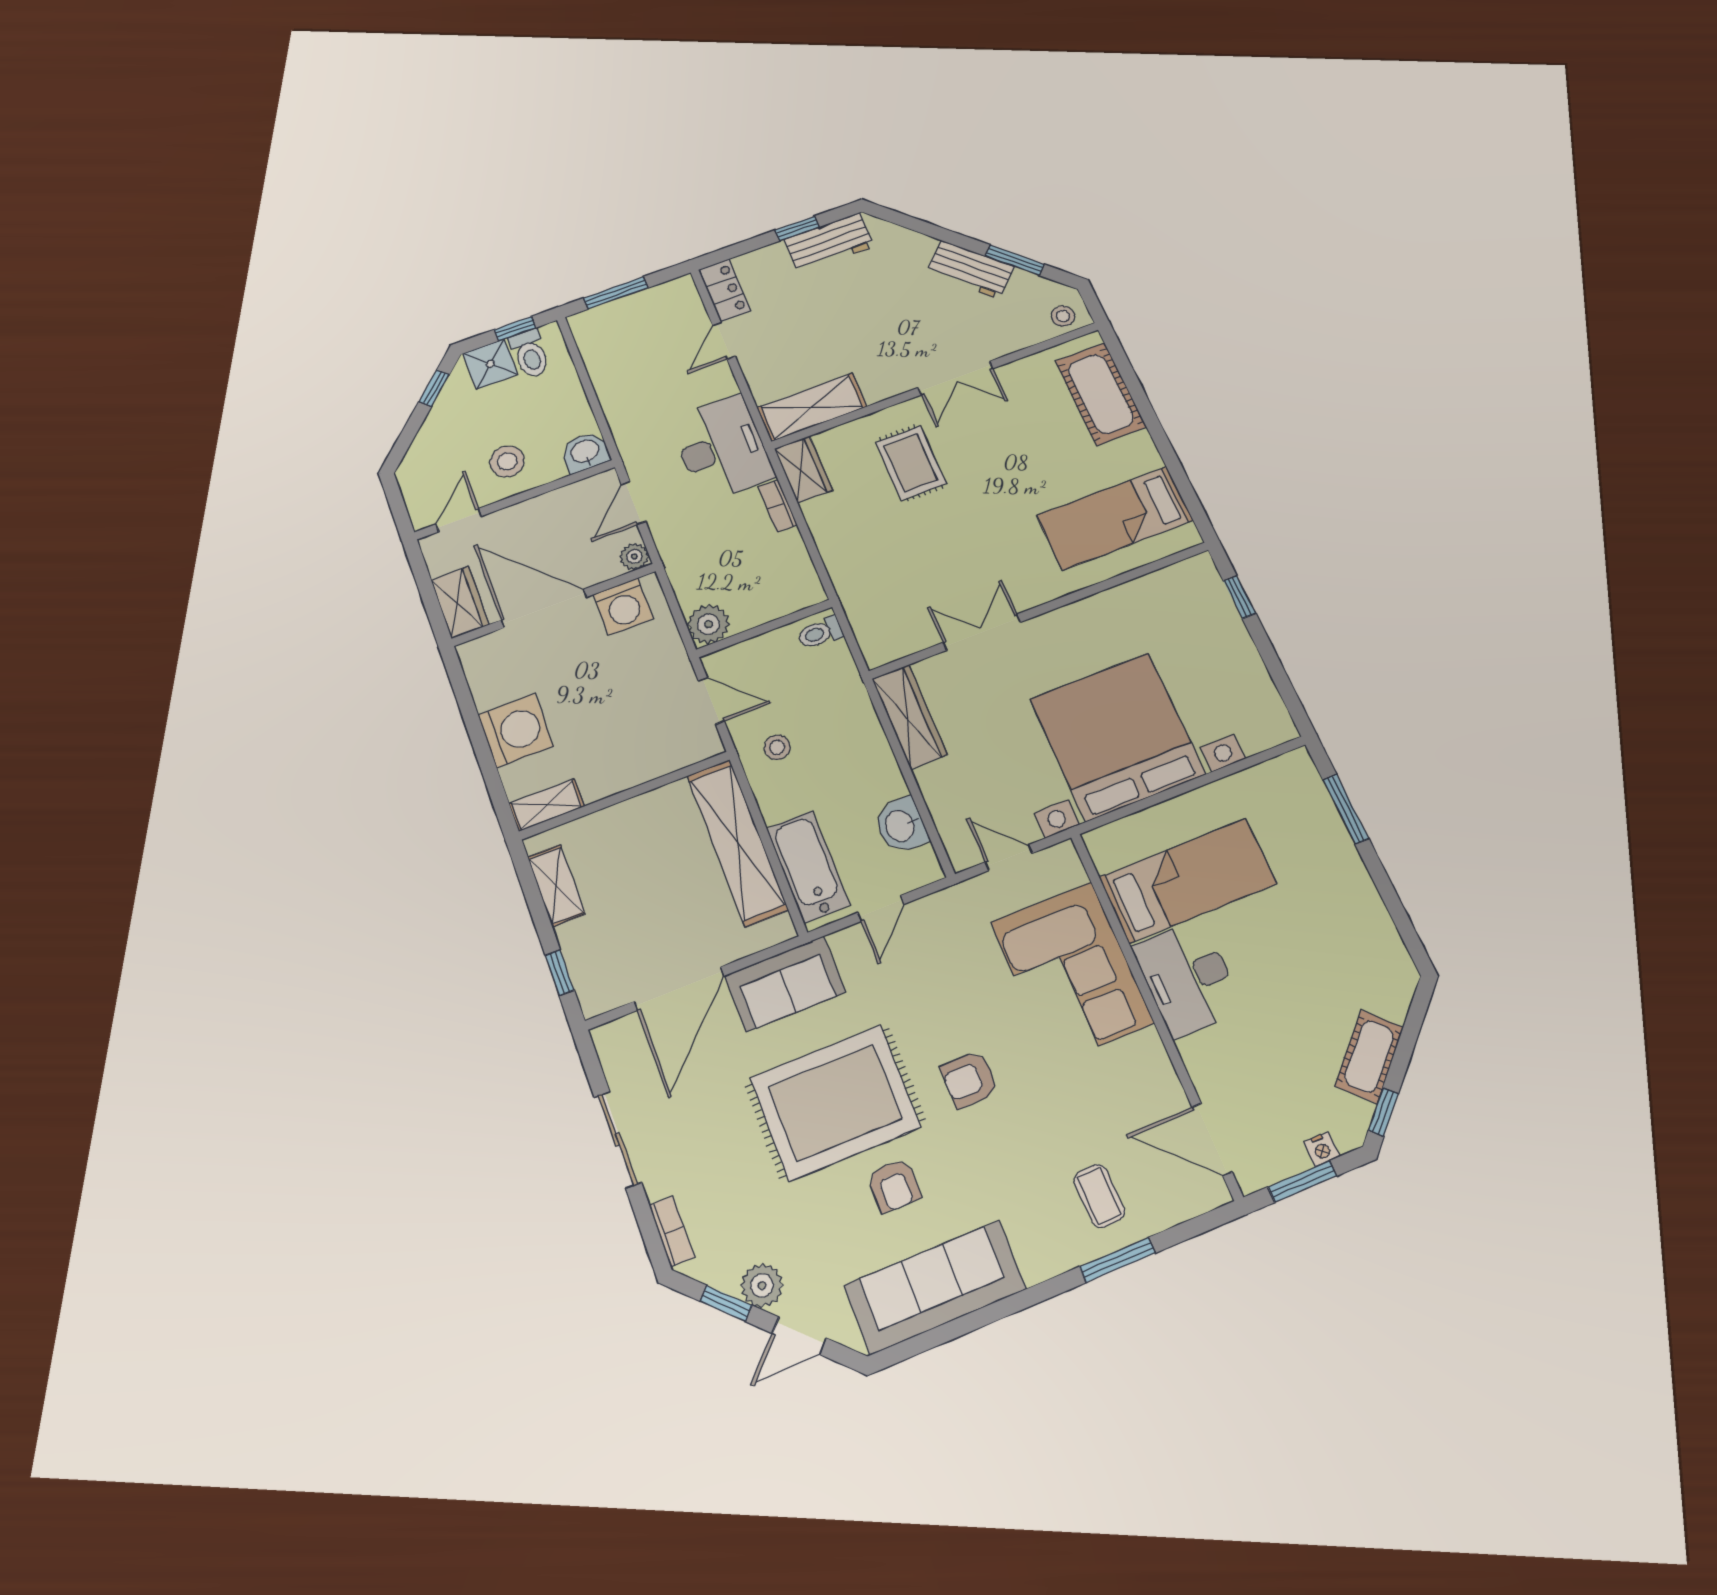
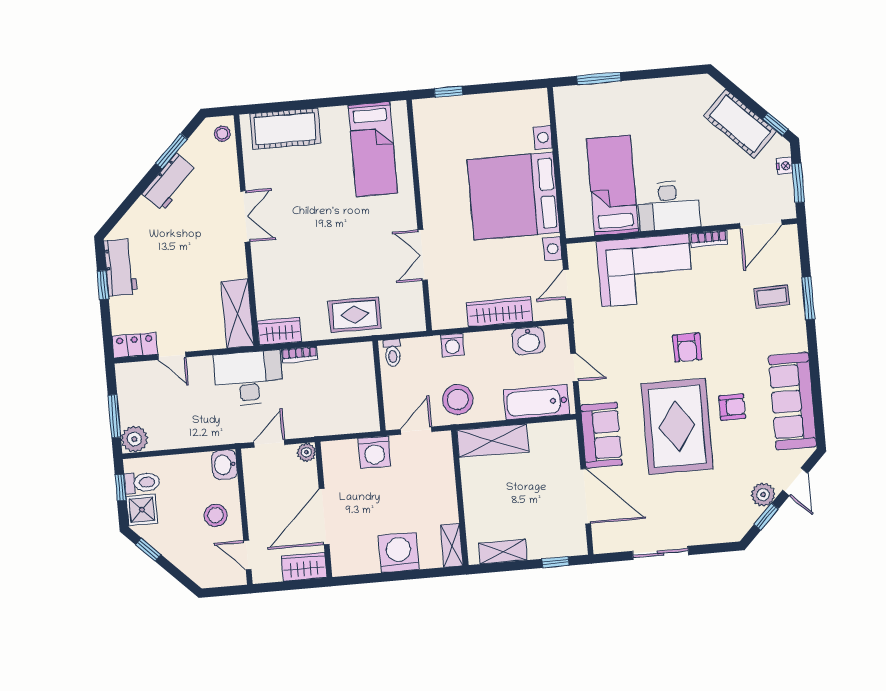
rug: (911, 463) -> (355, 315), moved
door: (633, 503) -> (269, 443), swing flipped
washing machine: (623, 606) -> (374, 452), moved, turned 90
plant: (709, 624) -> (134, 439), moved
washing machine: (859, 715) -> (452, 345), added
wardrobe: (910, 717) -> (500, 312), moved
stool: (777, 747) -> (458, 400), width x1.89, depth x1.89
shelving: (737, 842) -> (493, 441), width x0.68
cot: (1369, 1057) -> (740, 124), width x1.37, depth x1.34
bookcase: (672, 1231) -> (709, 239), moved, turned 180

